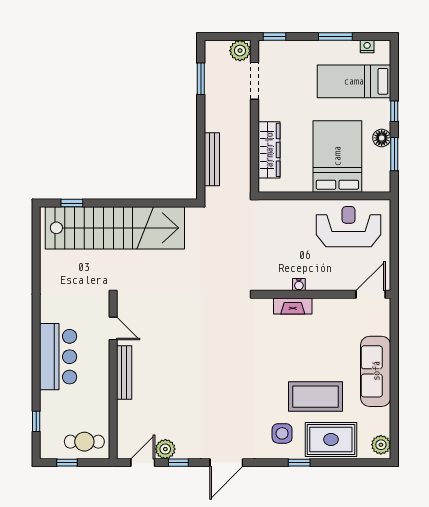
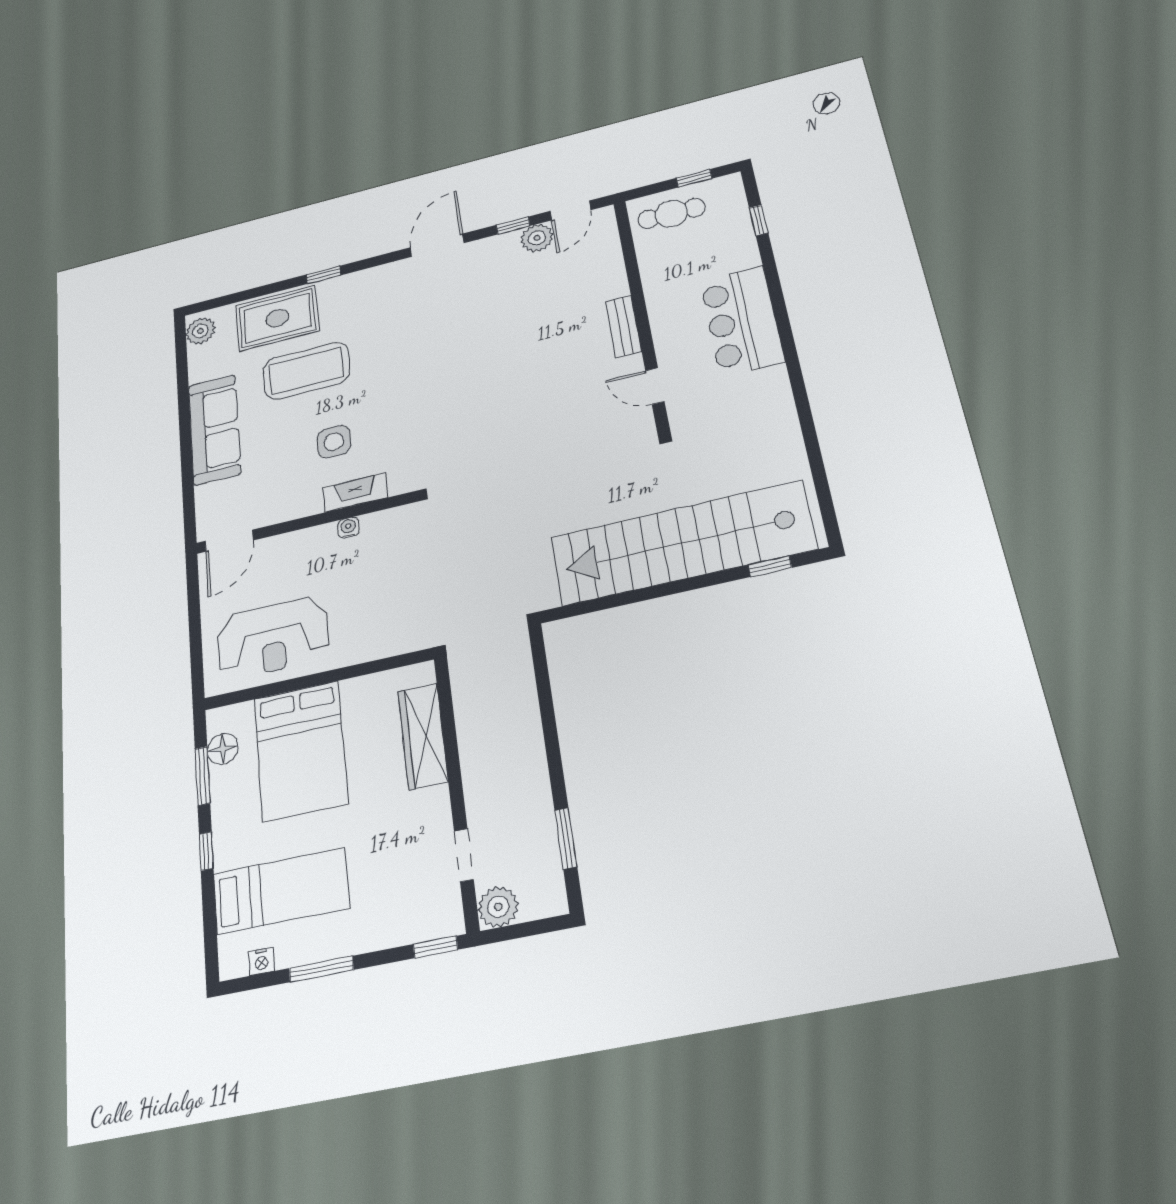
doorway: (255, 81) -> (464, 855), width x0.73
floor lamp: (382, 138) -> (223, 749), moved
bench: (212, 159) -> (524, 698), removed
bench: (124, 372) -> (624, 326), width x0.73
side table: (282, 433) -> (334, 442), moved

